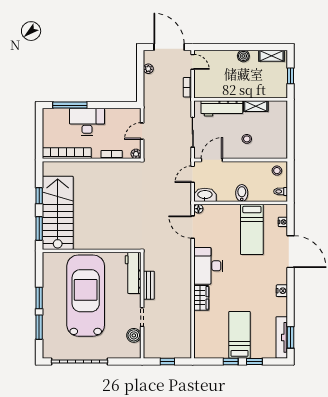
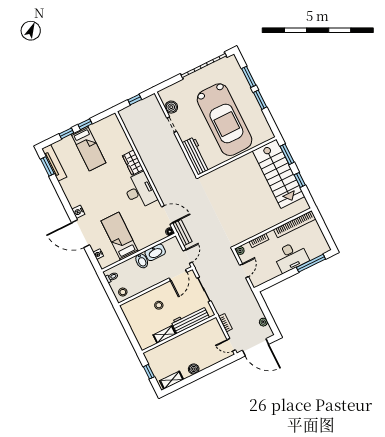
washbasin: (205, 195) -> (155, 252), moved
bench: (149, 285) -> (182, 233), moved
nightstand: (282, 291) -> (78, 212), moved

